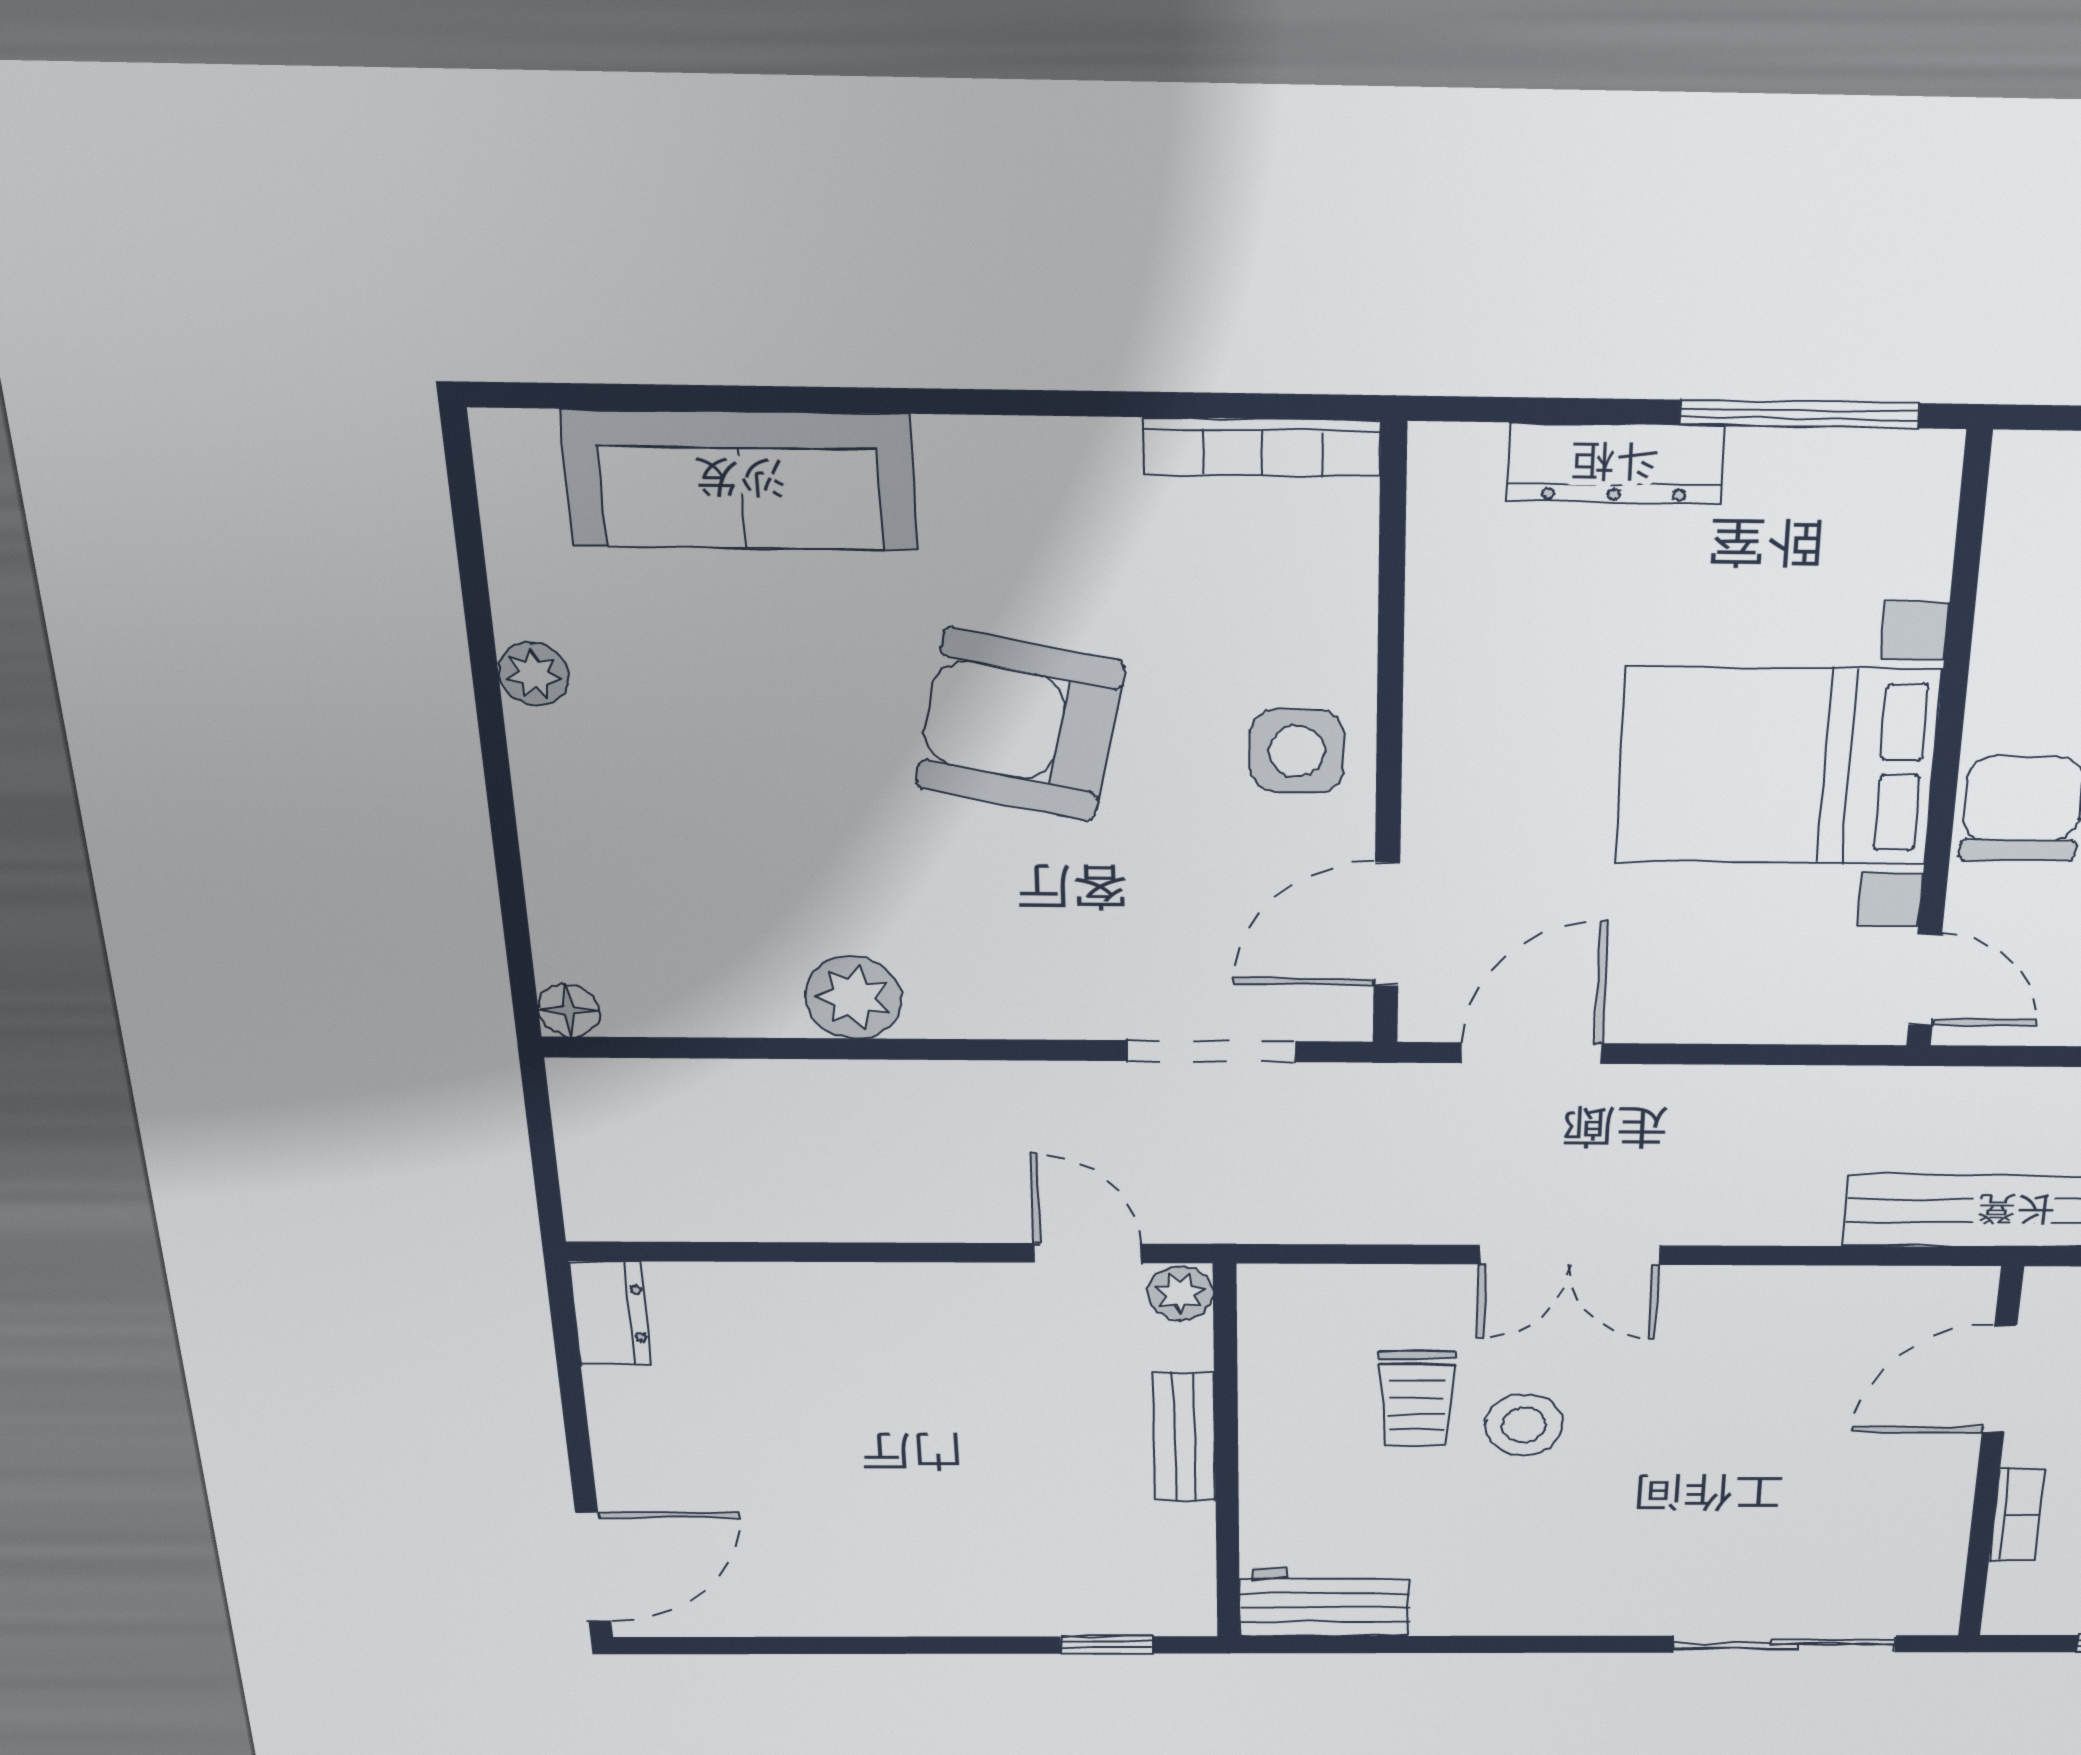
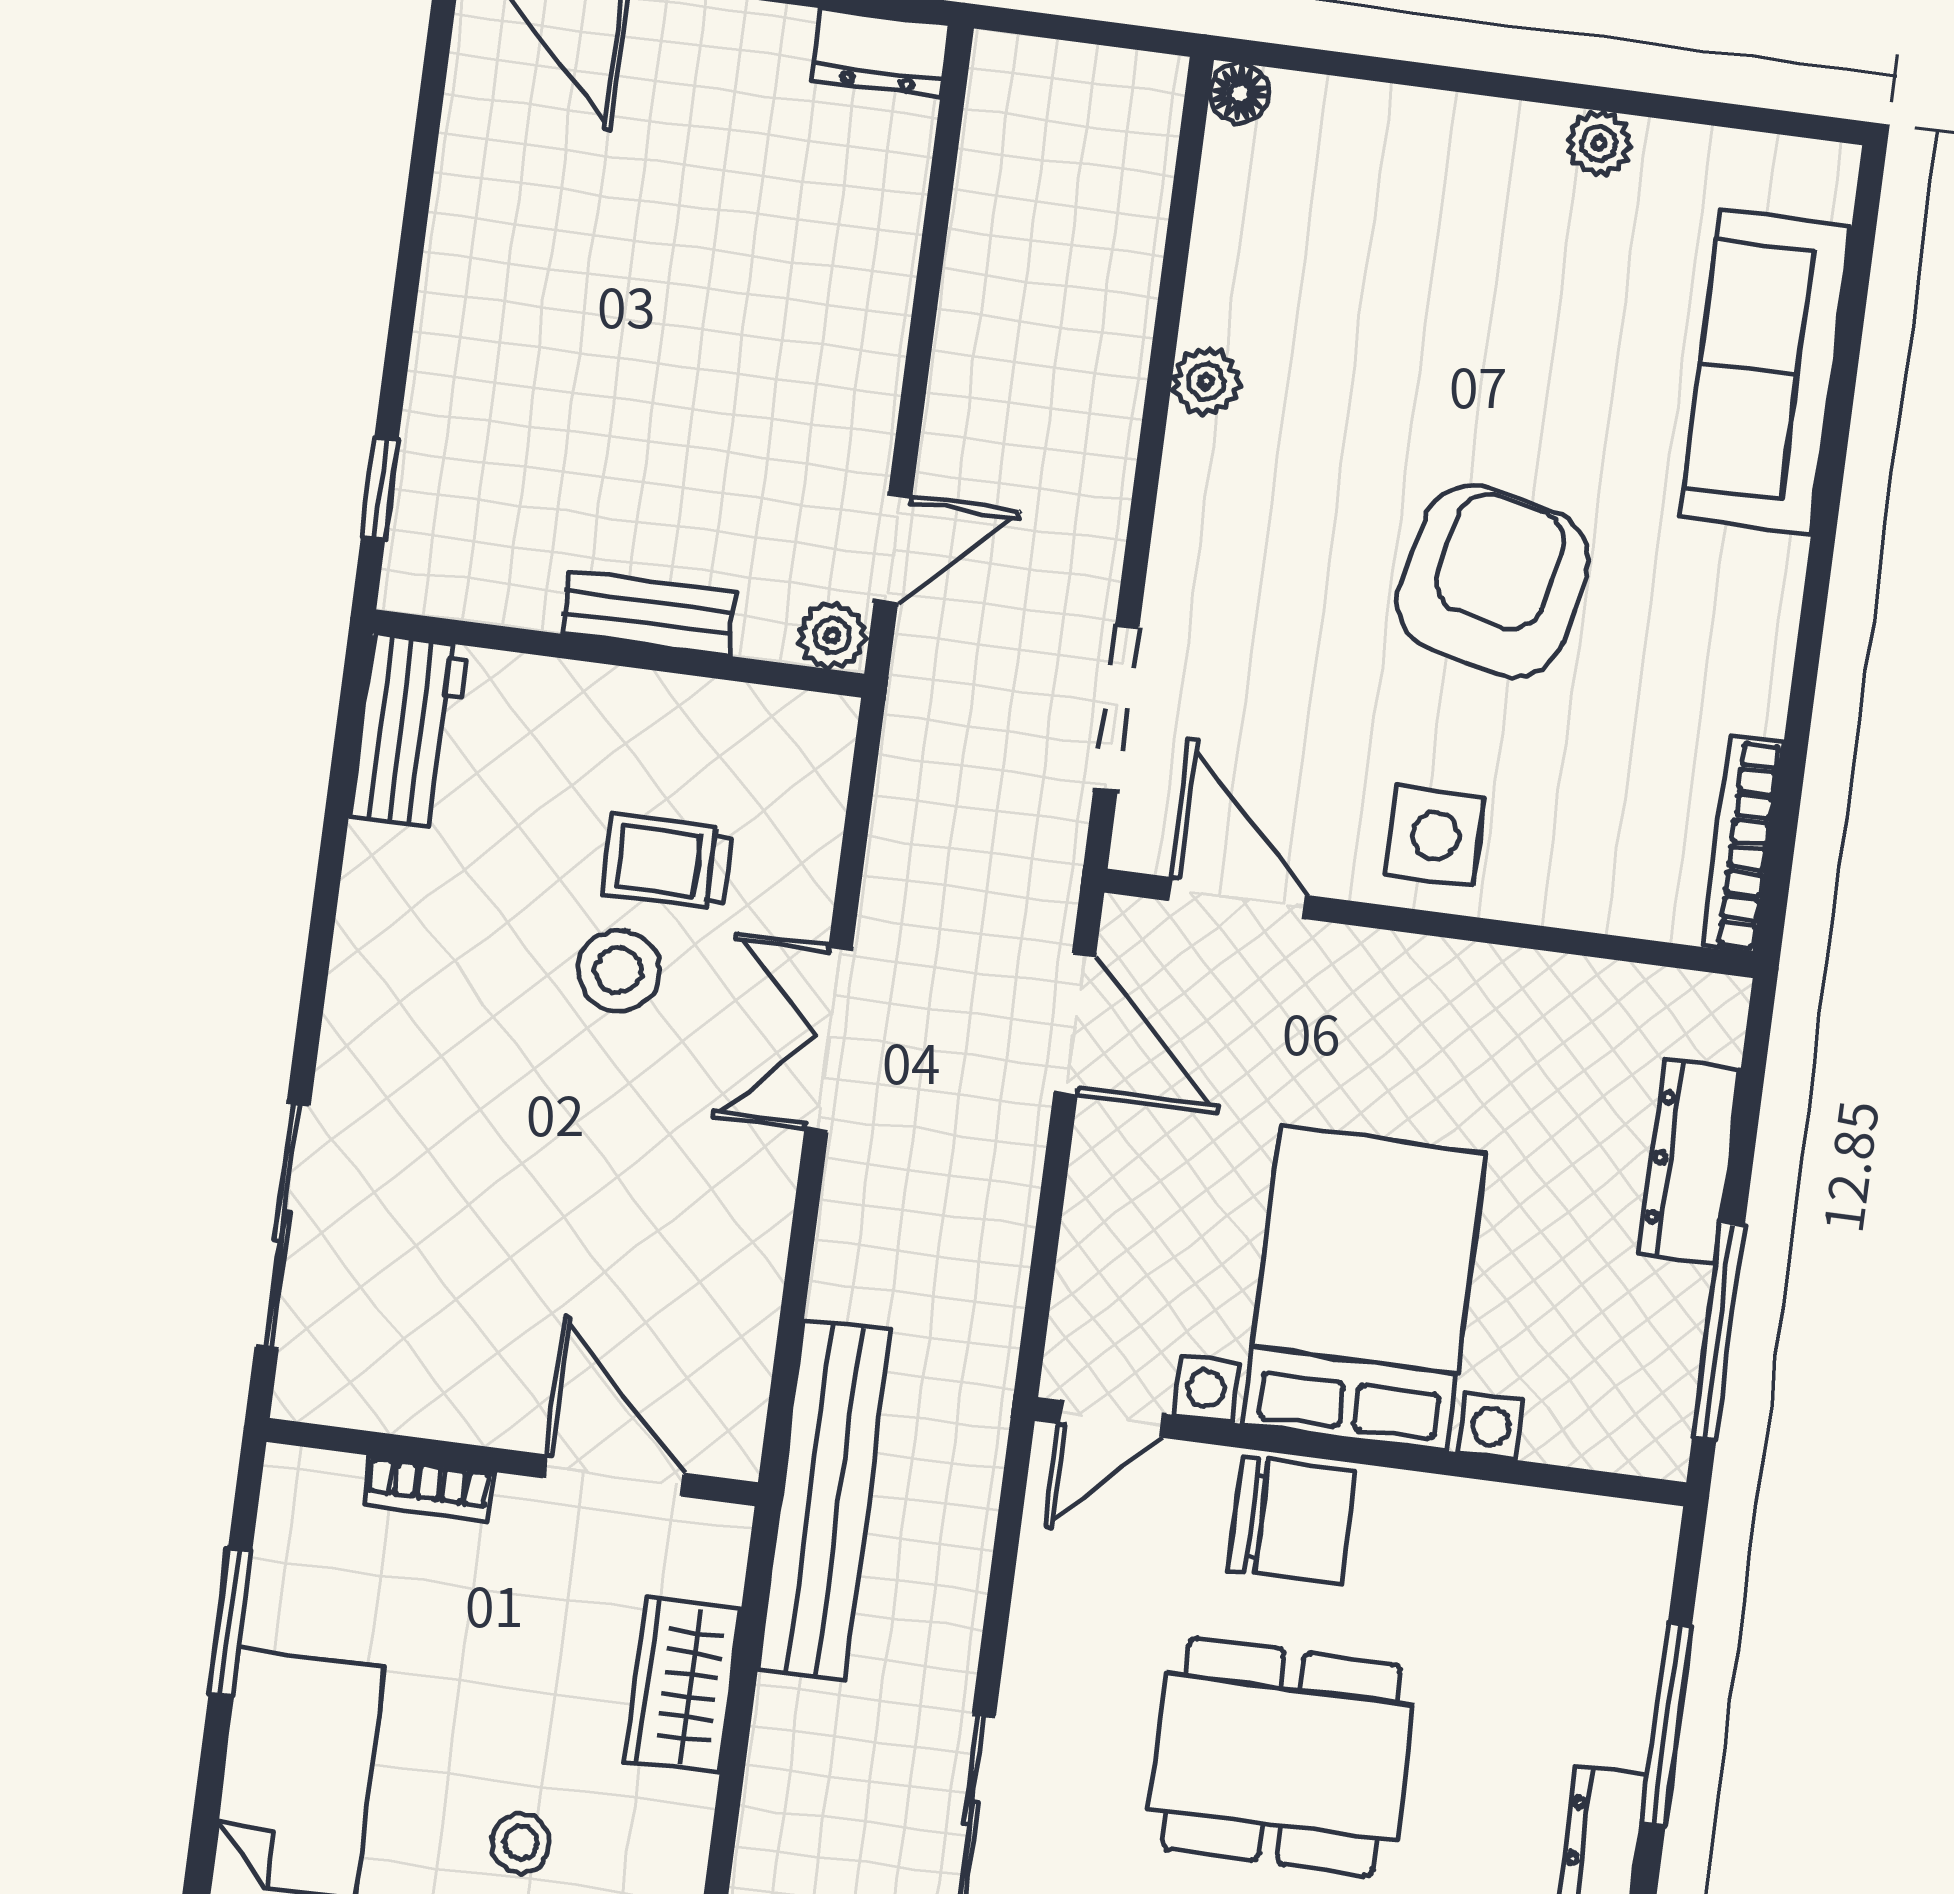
plant: (854, 997) -> (1206, 381), width x0.73, depth x0.73

